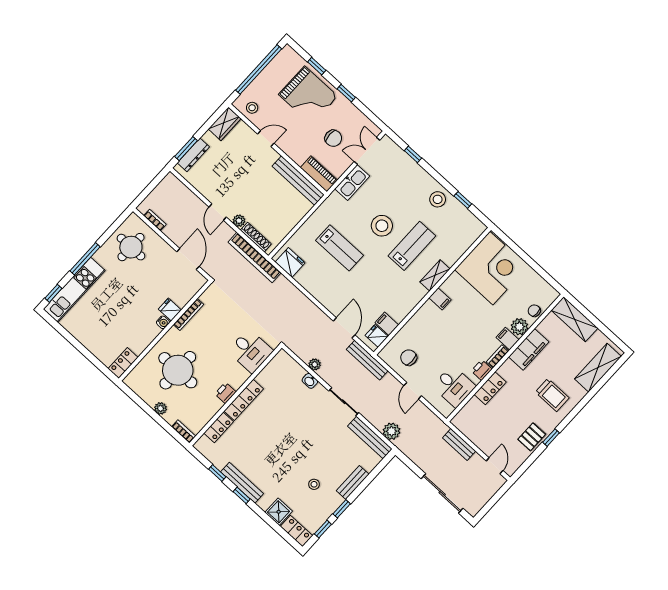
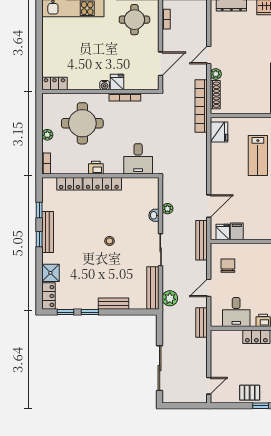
bench: (459, 444) -> (201, 322), moved
stool: (314, 484) -> (110, 241), moved

